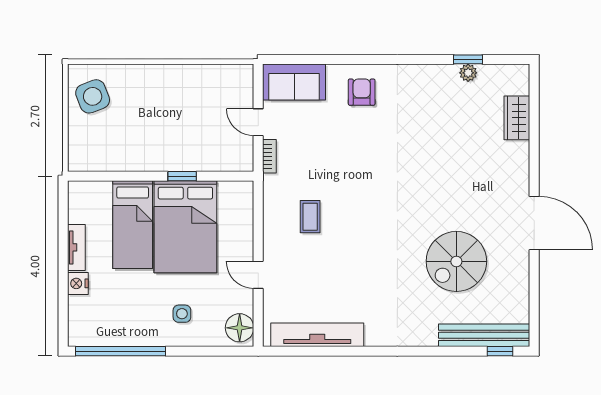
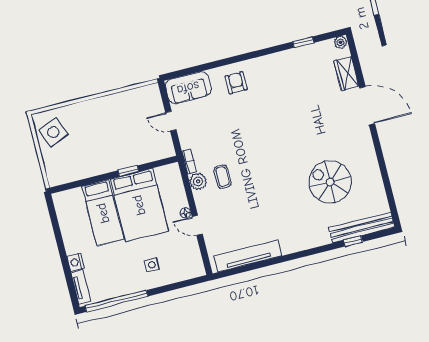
plant: (468, 73) -> (340, 42), moved
bookcase: (269, 156) -> (189, 161), moved
plant: (275, 215) -> (198, 181), added
door: (534, 223) -> (367, 106), moved
tv unit: (76, 247) -> (81, 287), moved
spiral stairs: (456, 261) -> (330, 182), turned 90
floor lamp: (240, 328) -> (185, 213), moved, width x0.53, depth x0.53
window: (500, 351) -> (353, 241), moved

